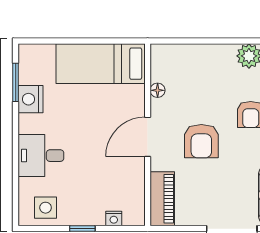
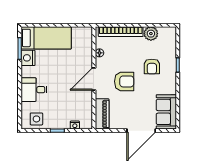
bookcase: (195, 53) -> (121, 32), added
bed: (101, 64) -> (46, 38), moved, turned 180
armchair: (201, 141) -> (124, 81), turned -90

